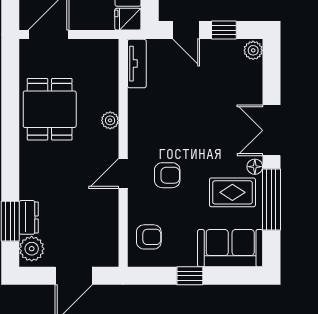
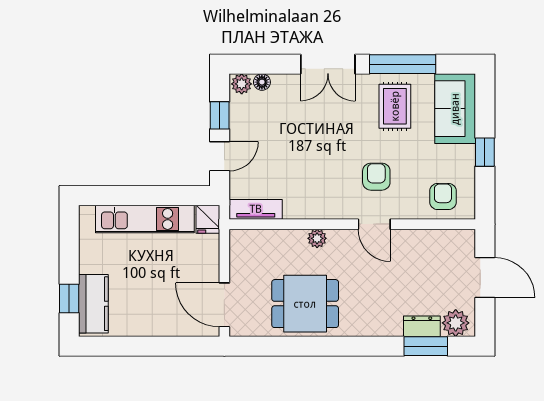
floor lamp: (255, 167) -> (262, 82), moved

